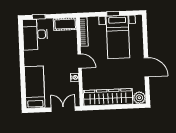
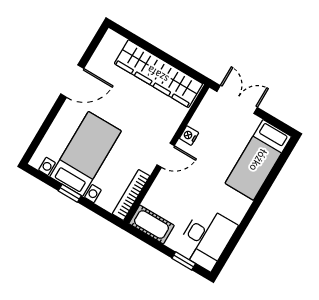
door: (80, 61) -> (166, 155), swing flipped
door: (146, 67) -> (72, 81), swing flipped
plant: (139, 98) -> (112, 43), removed
double door: (63, 109) -> (237, 99), swing flipped

